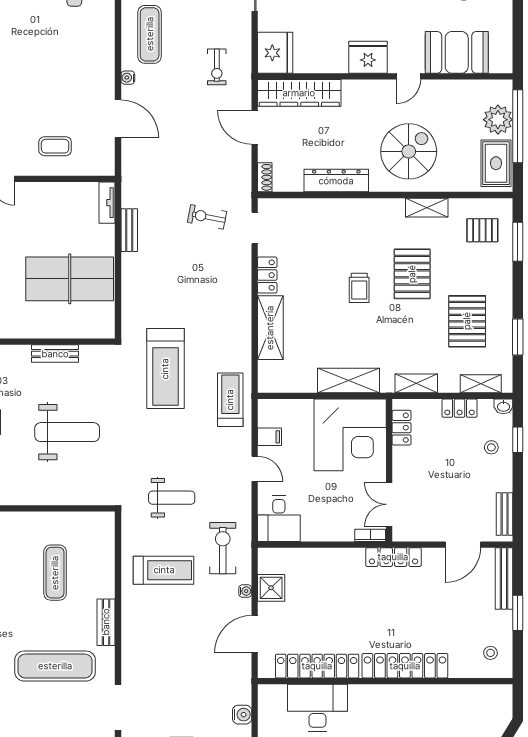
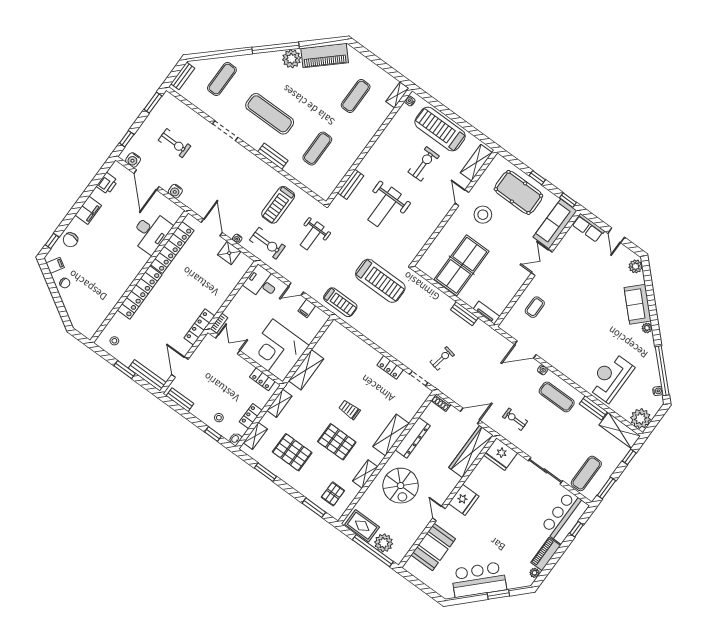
shelving: (270, 328) -> (391, 435), moved, turned 90
bench: (55, 354) -> (351, 184), moved
treadmill: (165, 369) -> (380, 281), turned 180
exercise mat: (55, 573) -> (317, 149), turned 90
exercise mat: (55, 666) -> (270, 114), turned 90

